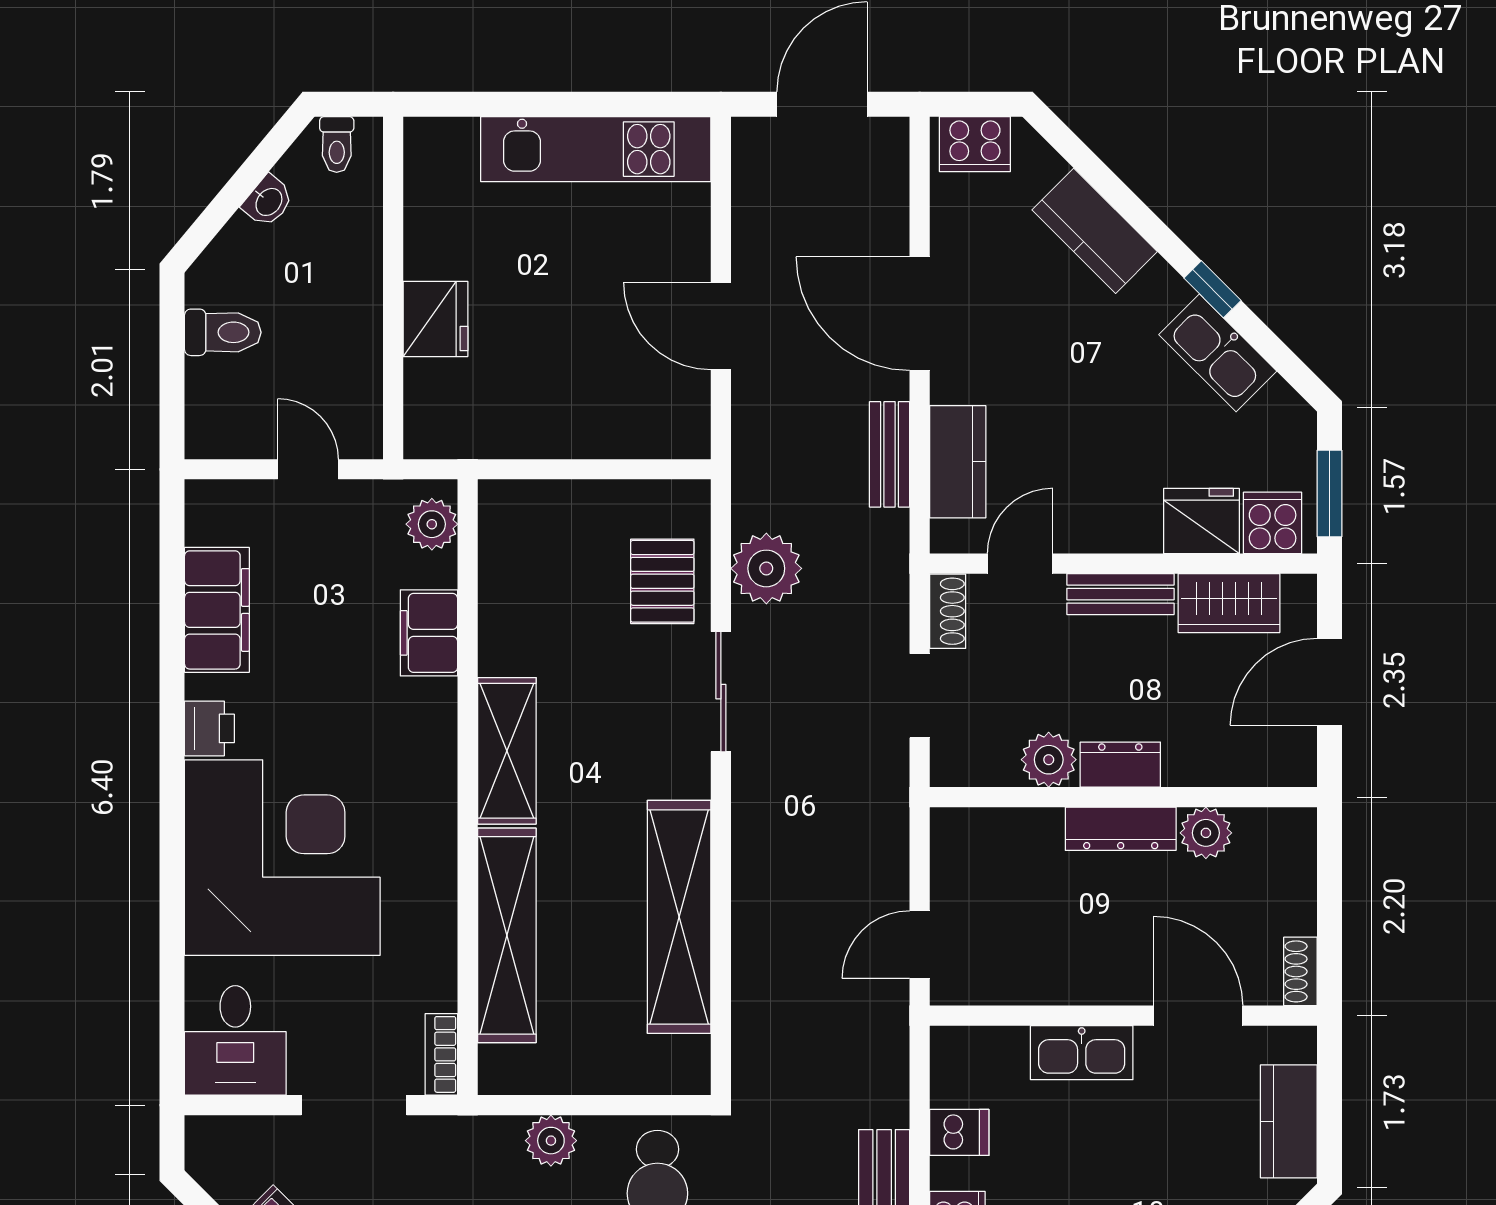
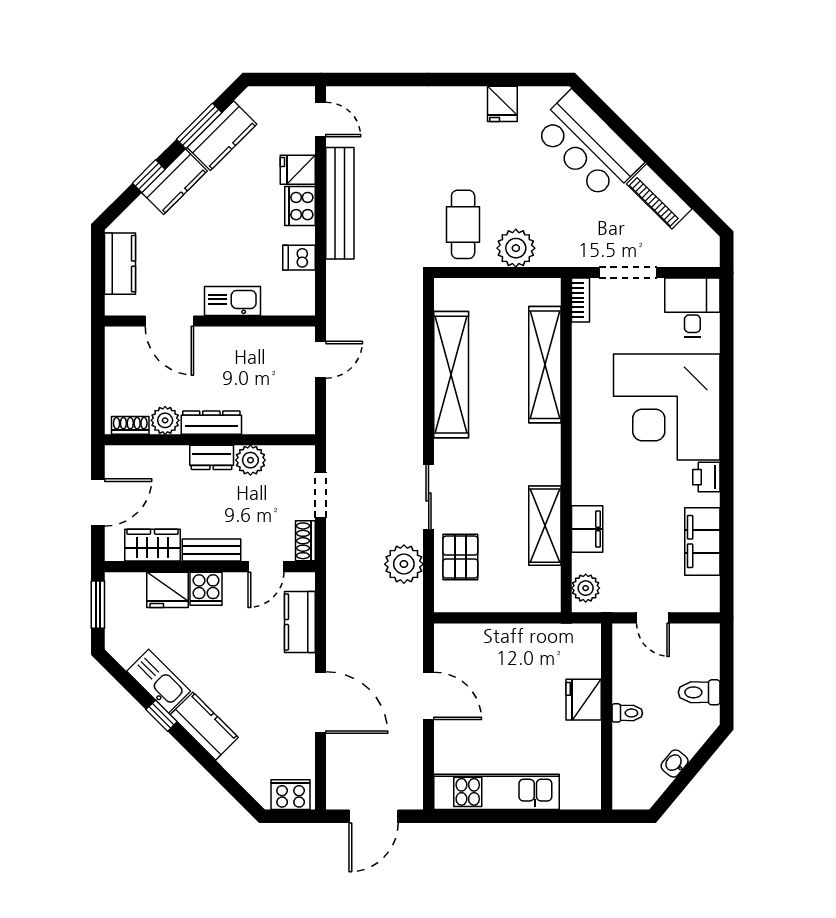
toilet: (337, 145) -> (627, 713), moved, turned 90
kitchen counter: (1095, 231) -> (204, 726), moved
bench: (890, 454) -> (337, 626), removed
cooker: (1273, 523) -> (206, 589), moved
shelving: (507, 751) -> (545, 526), moved
shoe rack: (1300, 971) -> (130, 425), moved, turned -90
plant: (551, 1141) -> (516, 248), width x1.36, depth x1.36

